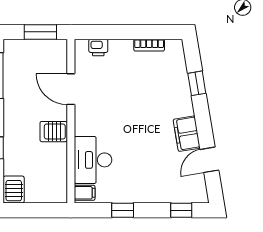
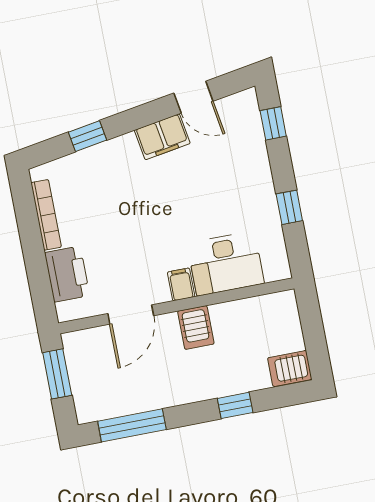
bookcase: (149, 45) -> (46, 215), width x1.56
printer: (98, 48) -> (67, 274), width x1.87, depth x1.48
filing cabinet: (85, 193) -> (181, 284), moved

